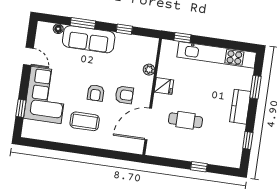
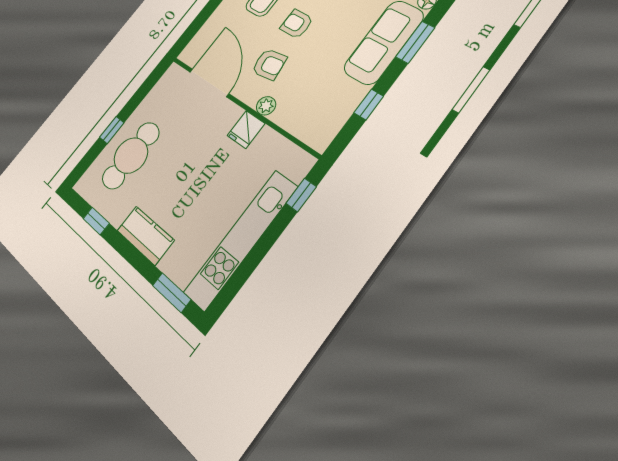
plant: (149, 70) -> (266, 106), moved
window: (256, 87) -> (172, 293), moved
armchair: (124, 95) -> (269, 64), turned -98
cafe table: (185, 120) -> (131, 155), moved, width x1.37, depth x1.35

